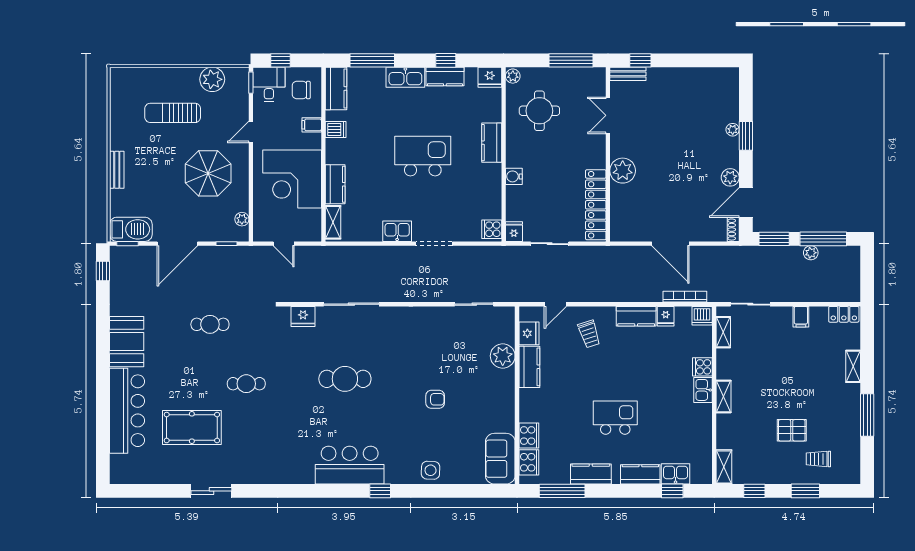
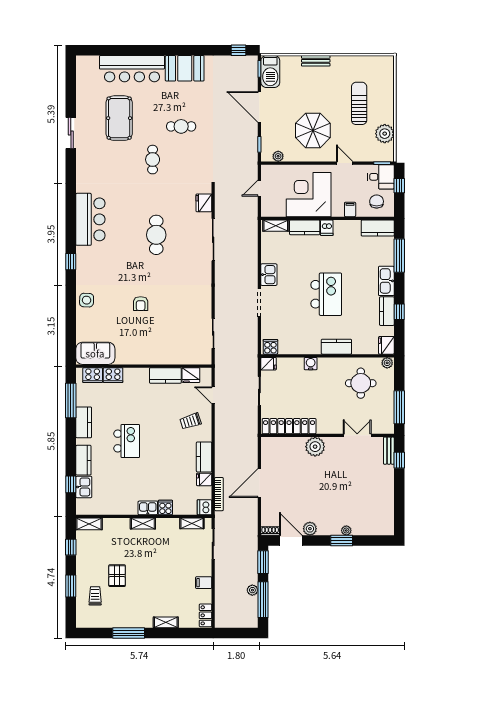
dishwasher: (336, 130) -> (327, 228), moved
cafe table: (210, 324) -> (181, 126), moved, turned 90
plant: (503, 356) -> (174, 355), removed
bar counter: (350, 465) -> (90, 219), moved

